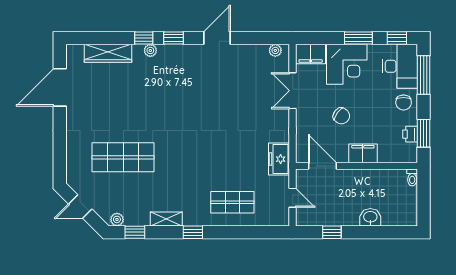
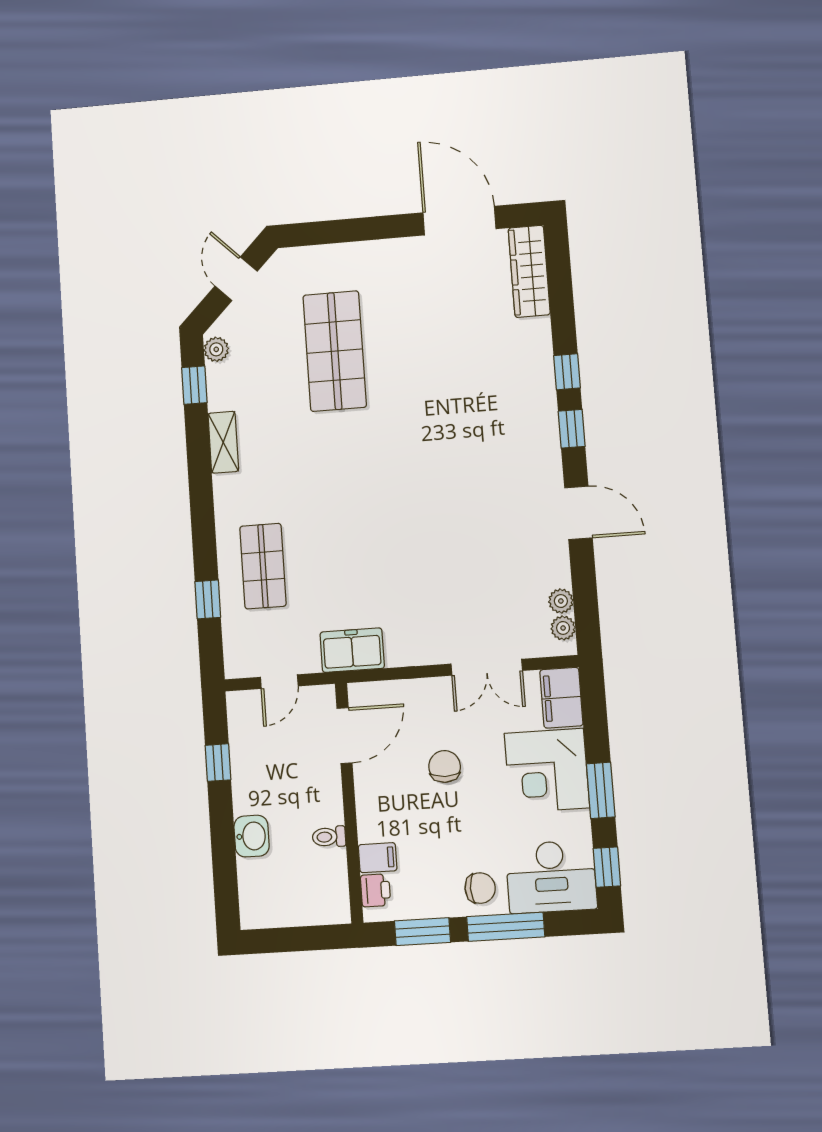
plant: (150, 50) -> (561, 601), moved
wardrobe: (108, 53) -> (529, 271), moved
window: (424, 75) -> (506, 927), moved
double door: (293, 91) -> (487, 667), swing flipped
chair: (404, 102) -> (480, 888), turned 180
chair: (341, 116) -> (445, 766), turned 146
printer: (410, 134) -> (376, 890), moved, turned 90
filing cabinet: (363, 153) -> (378, 858), moved, width x0.50
toilet: (412, 177) -> (329, 837), moved
window: (193, 232) -> (208, 599), moved

